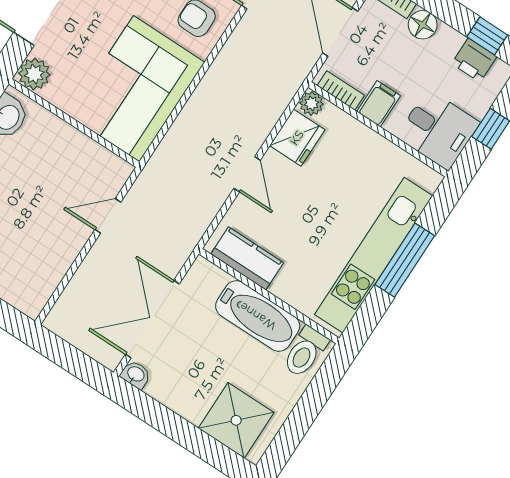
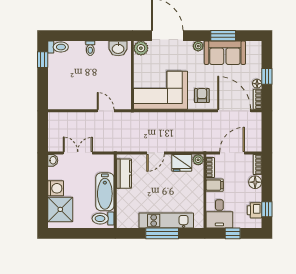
kitchen unit: (374, 255) -> (166, 220), width x0.73
double door: (152, 319) -> (78, 153), width x0.73
washing machine: (191, 403) -> (56, 188), added

